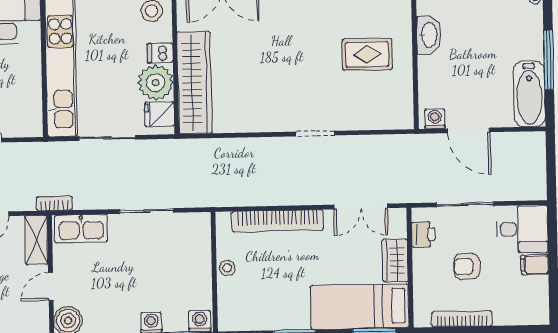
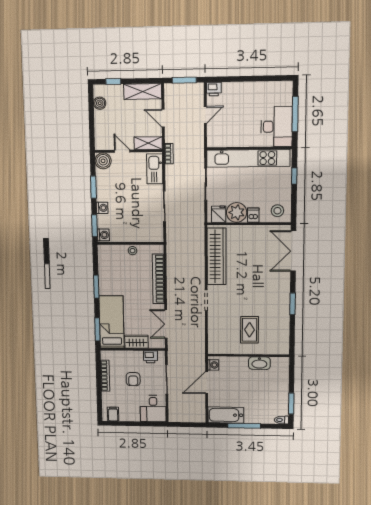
wardrobe: (195, 83) -> (217, 256), moved, turned -90
filing cabinet: (535, 265) -> (113, 414), moved
armchair: (467, 267) -> (133, 379), turned 180

